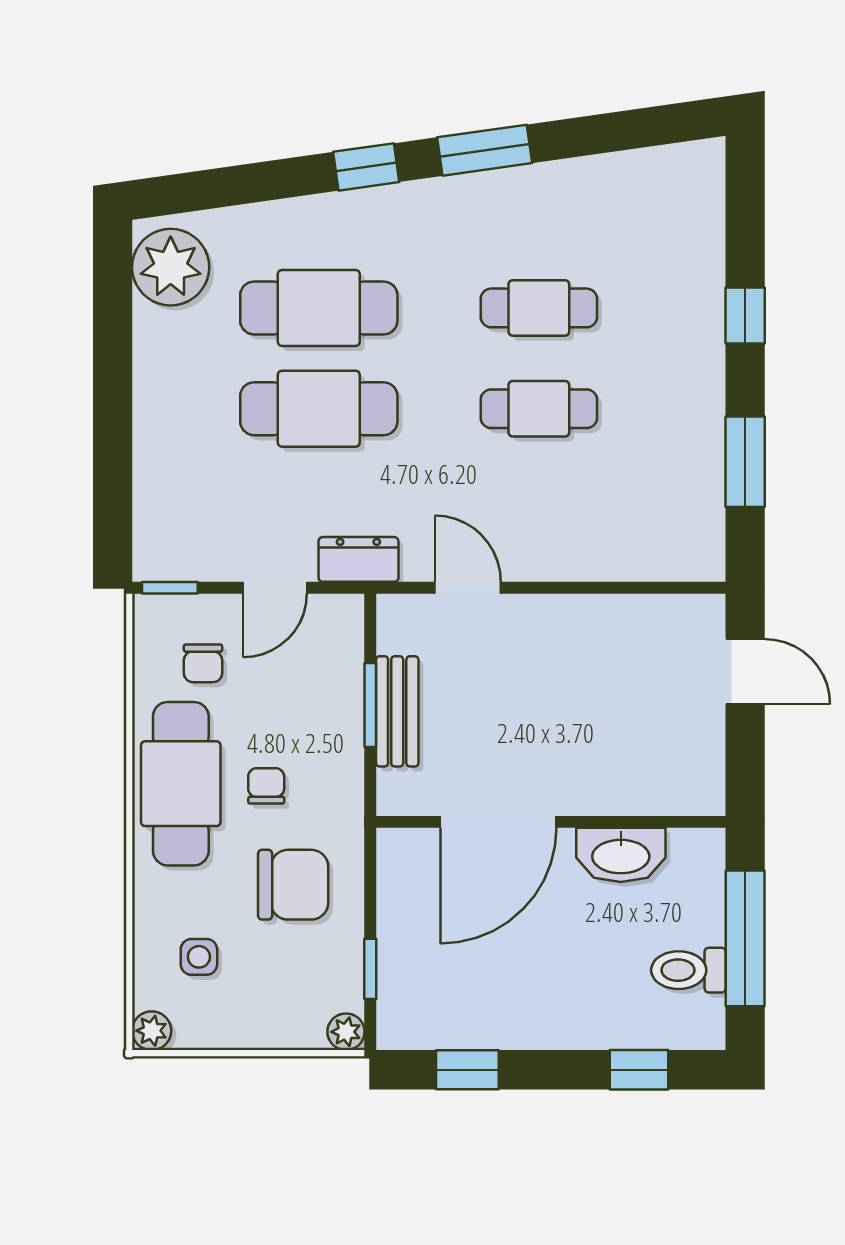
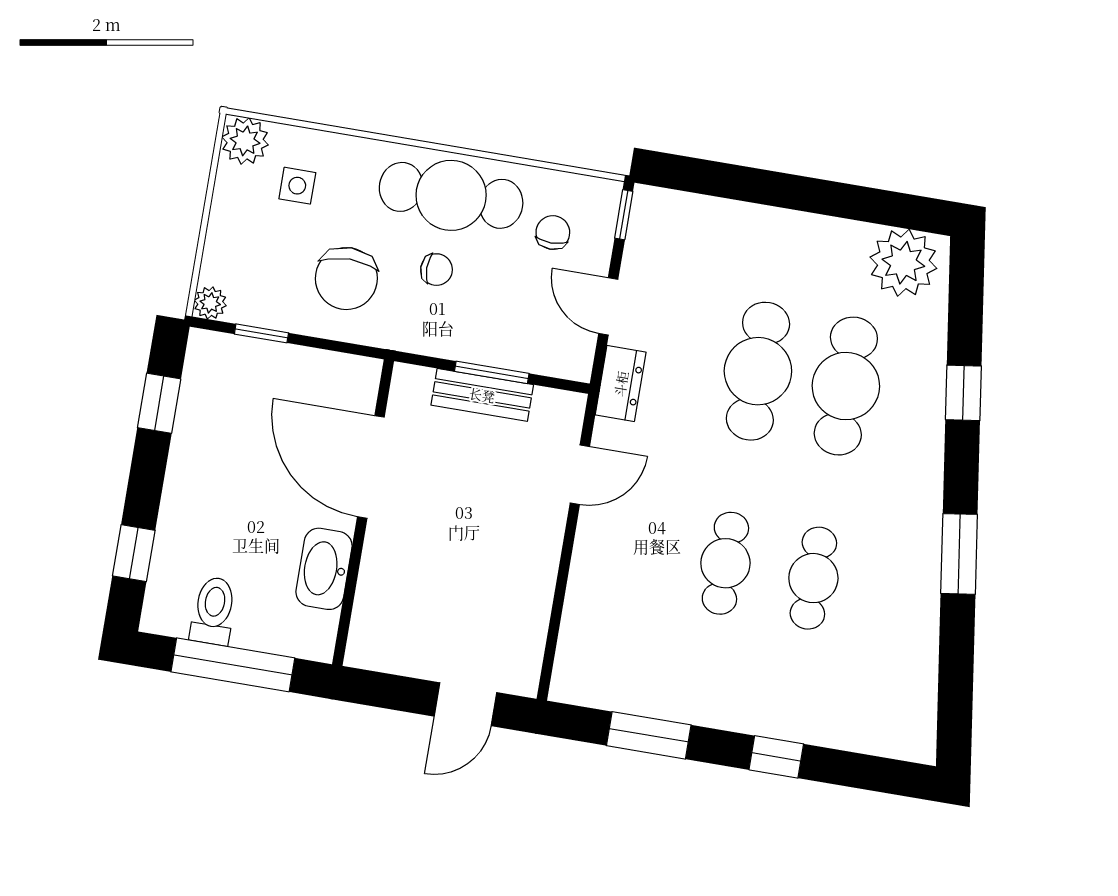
window: (366, 167) -> (963, 393), moved
chair: (203, 663) -> (553, 233), turned 90
plant: (152, 1031) -> (245, 141), width x1.38, depth x1.38

